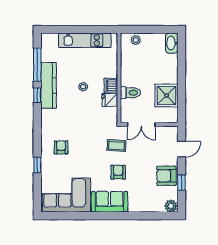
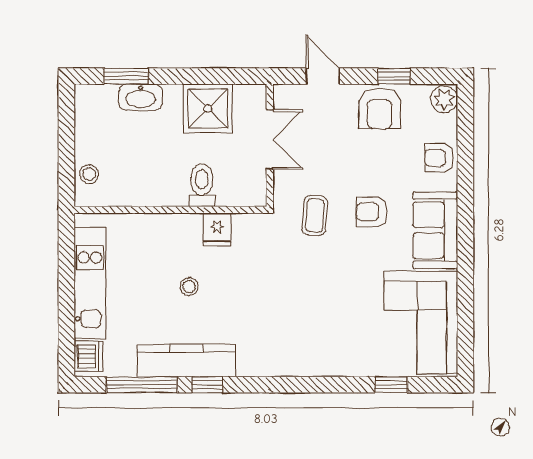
washbasin: (172, 43) -> (141, 97), moved
window: (182, 57) -> (126, 76), added
dishwasher: (111, 85) -> (88, 356), moved, turned -90
double door: (141, 124) -> (270, 139), moved
armchair: (61, 147) -> (439, 158), moved
window: (37, 165) -> (391, 385), moved

